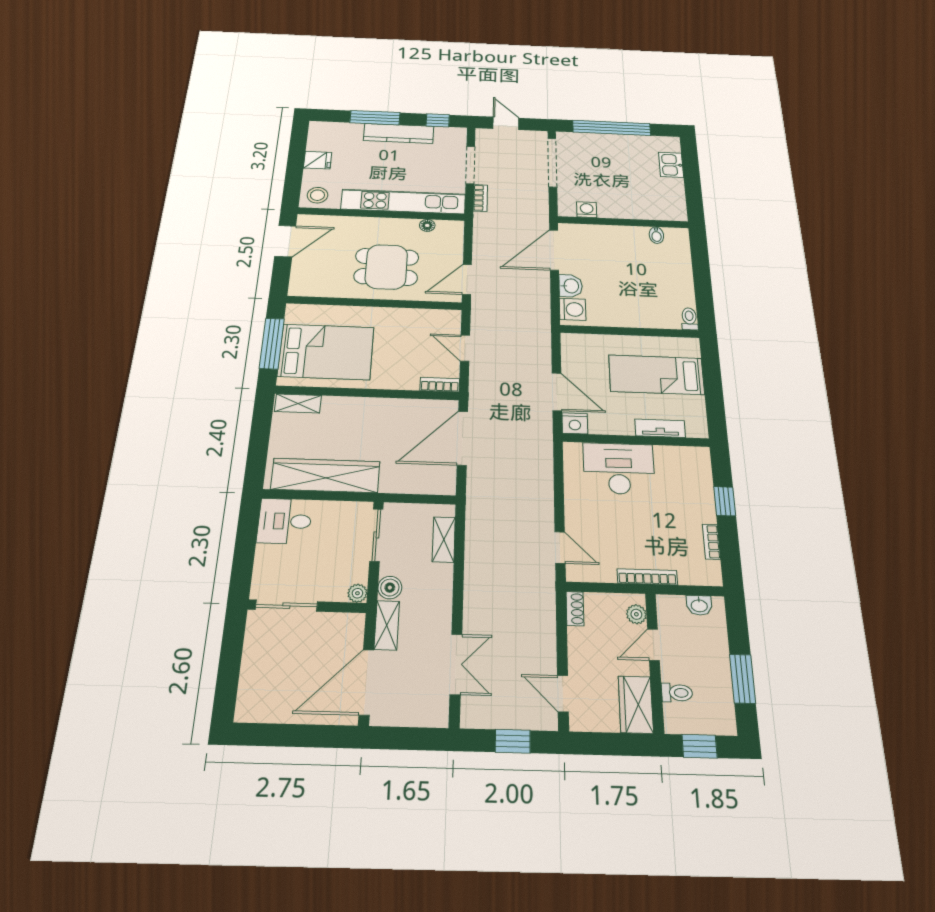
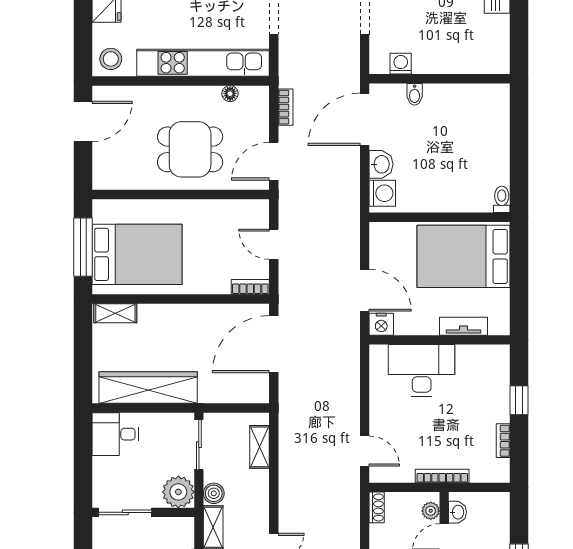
bookcase: (480, 198) -> (286, 107), moved
bidet: (656, 235) -> (415, 94), moved
bed: (656, 375) -> (464, 256), width x1.50
plant: (357, 593) -> (178, 492), width x1.87, depth x1.87
washbasin: (699, 605) -> (458, 512), moved, turned -90

